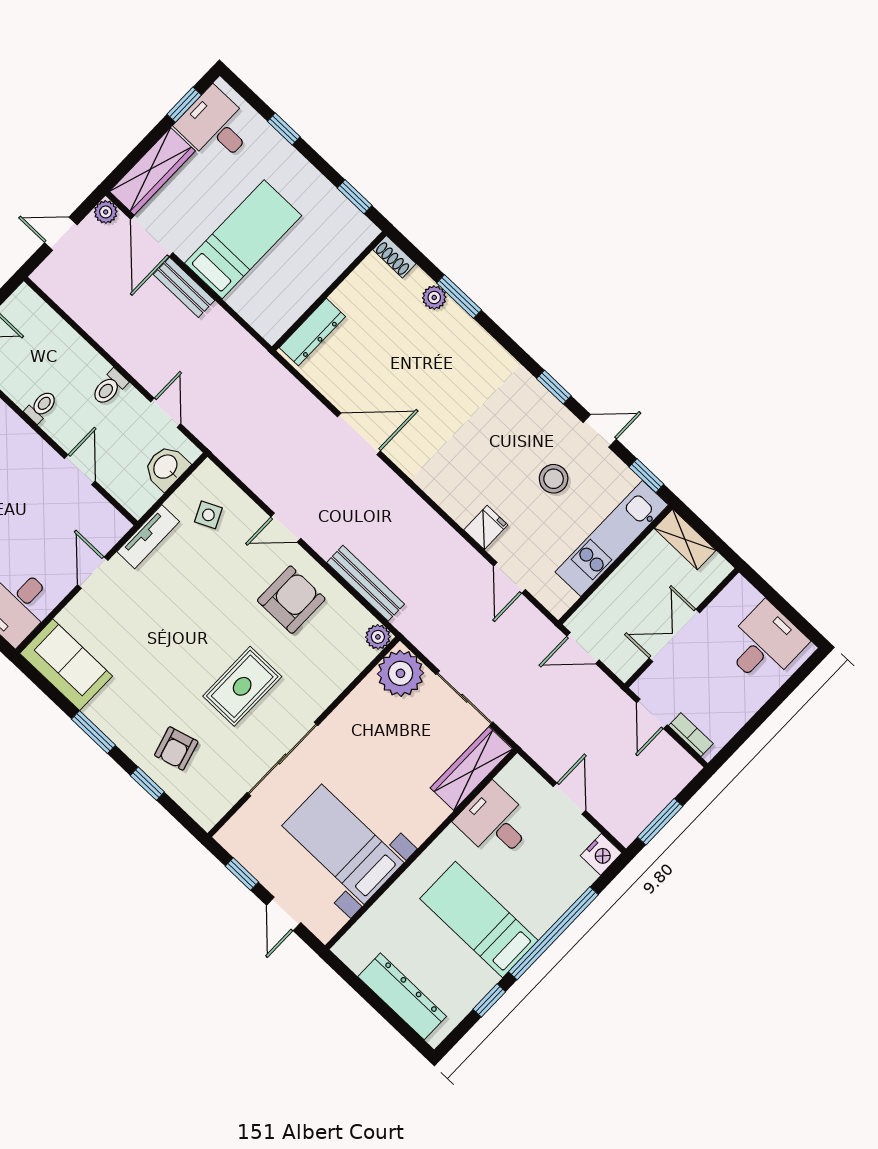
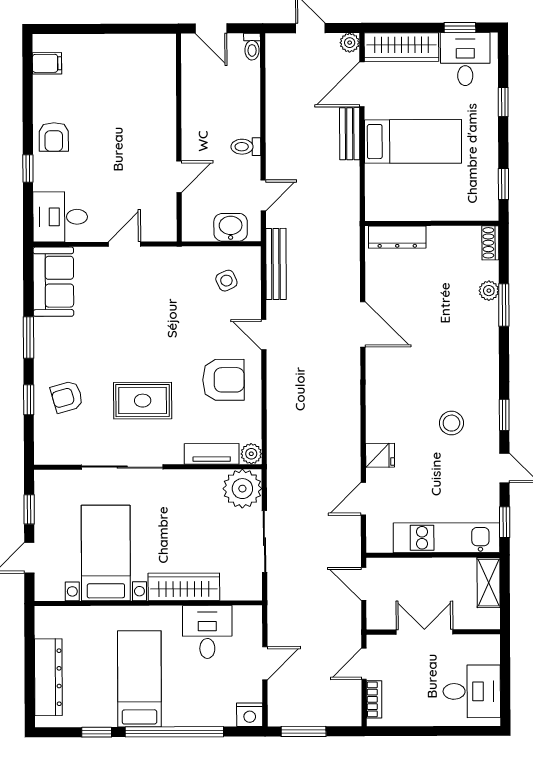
toilet: (41, 407) -> (252, 47), moved, turned 90
stool: (554, 479) -> (451, 423), moved
tv unit: (148, 537) -> (212, 454), moved, turned 180
bench: (366, 583) -> (276, 264), moved
wardrobe: (471, 769) -> (184, 587), moved

